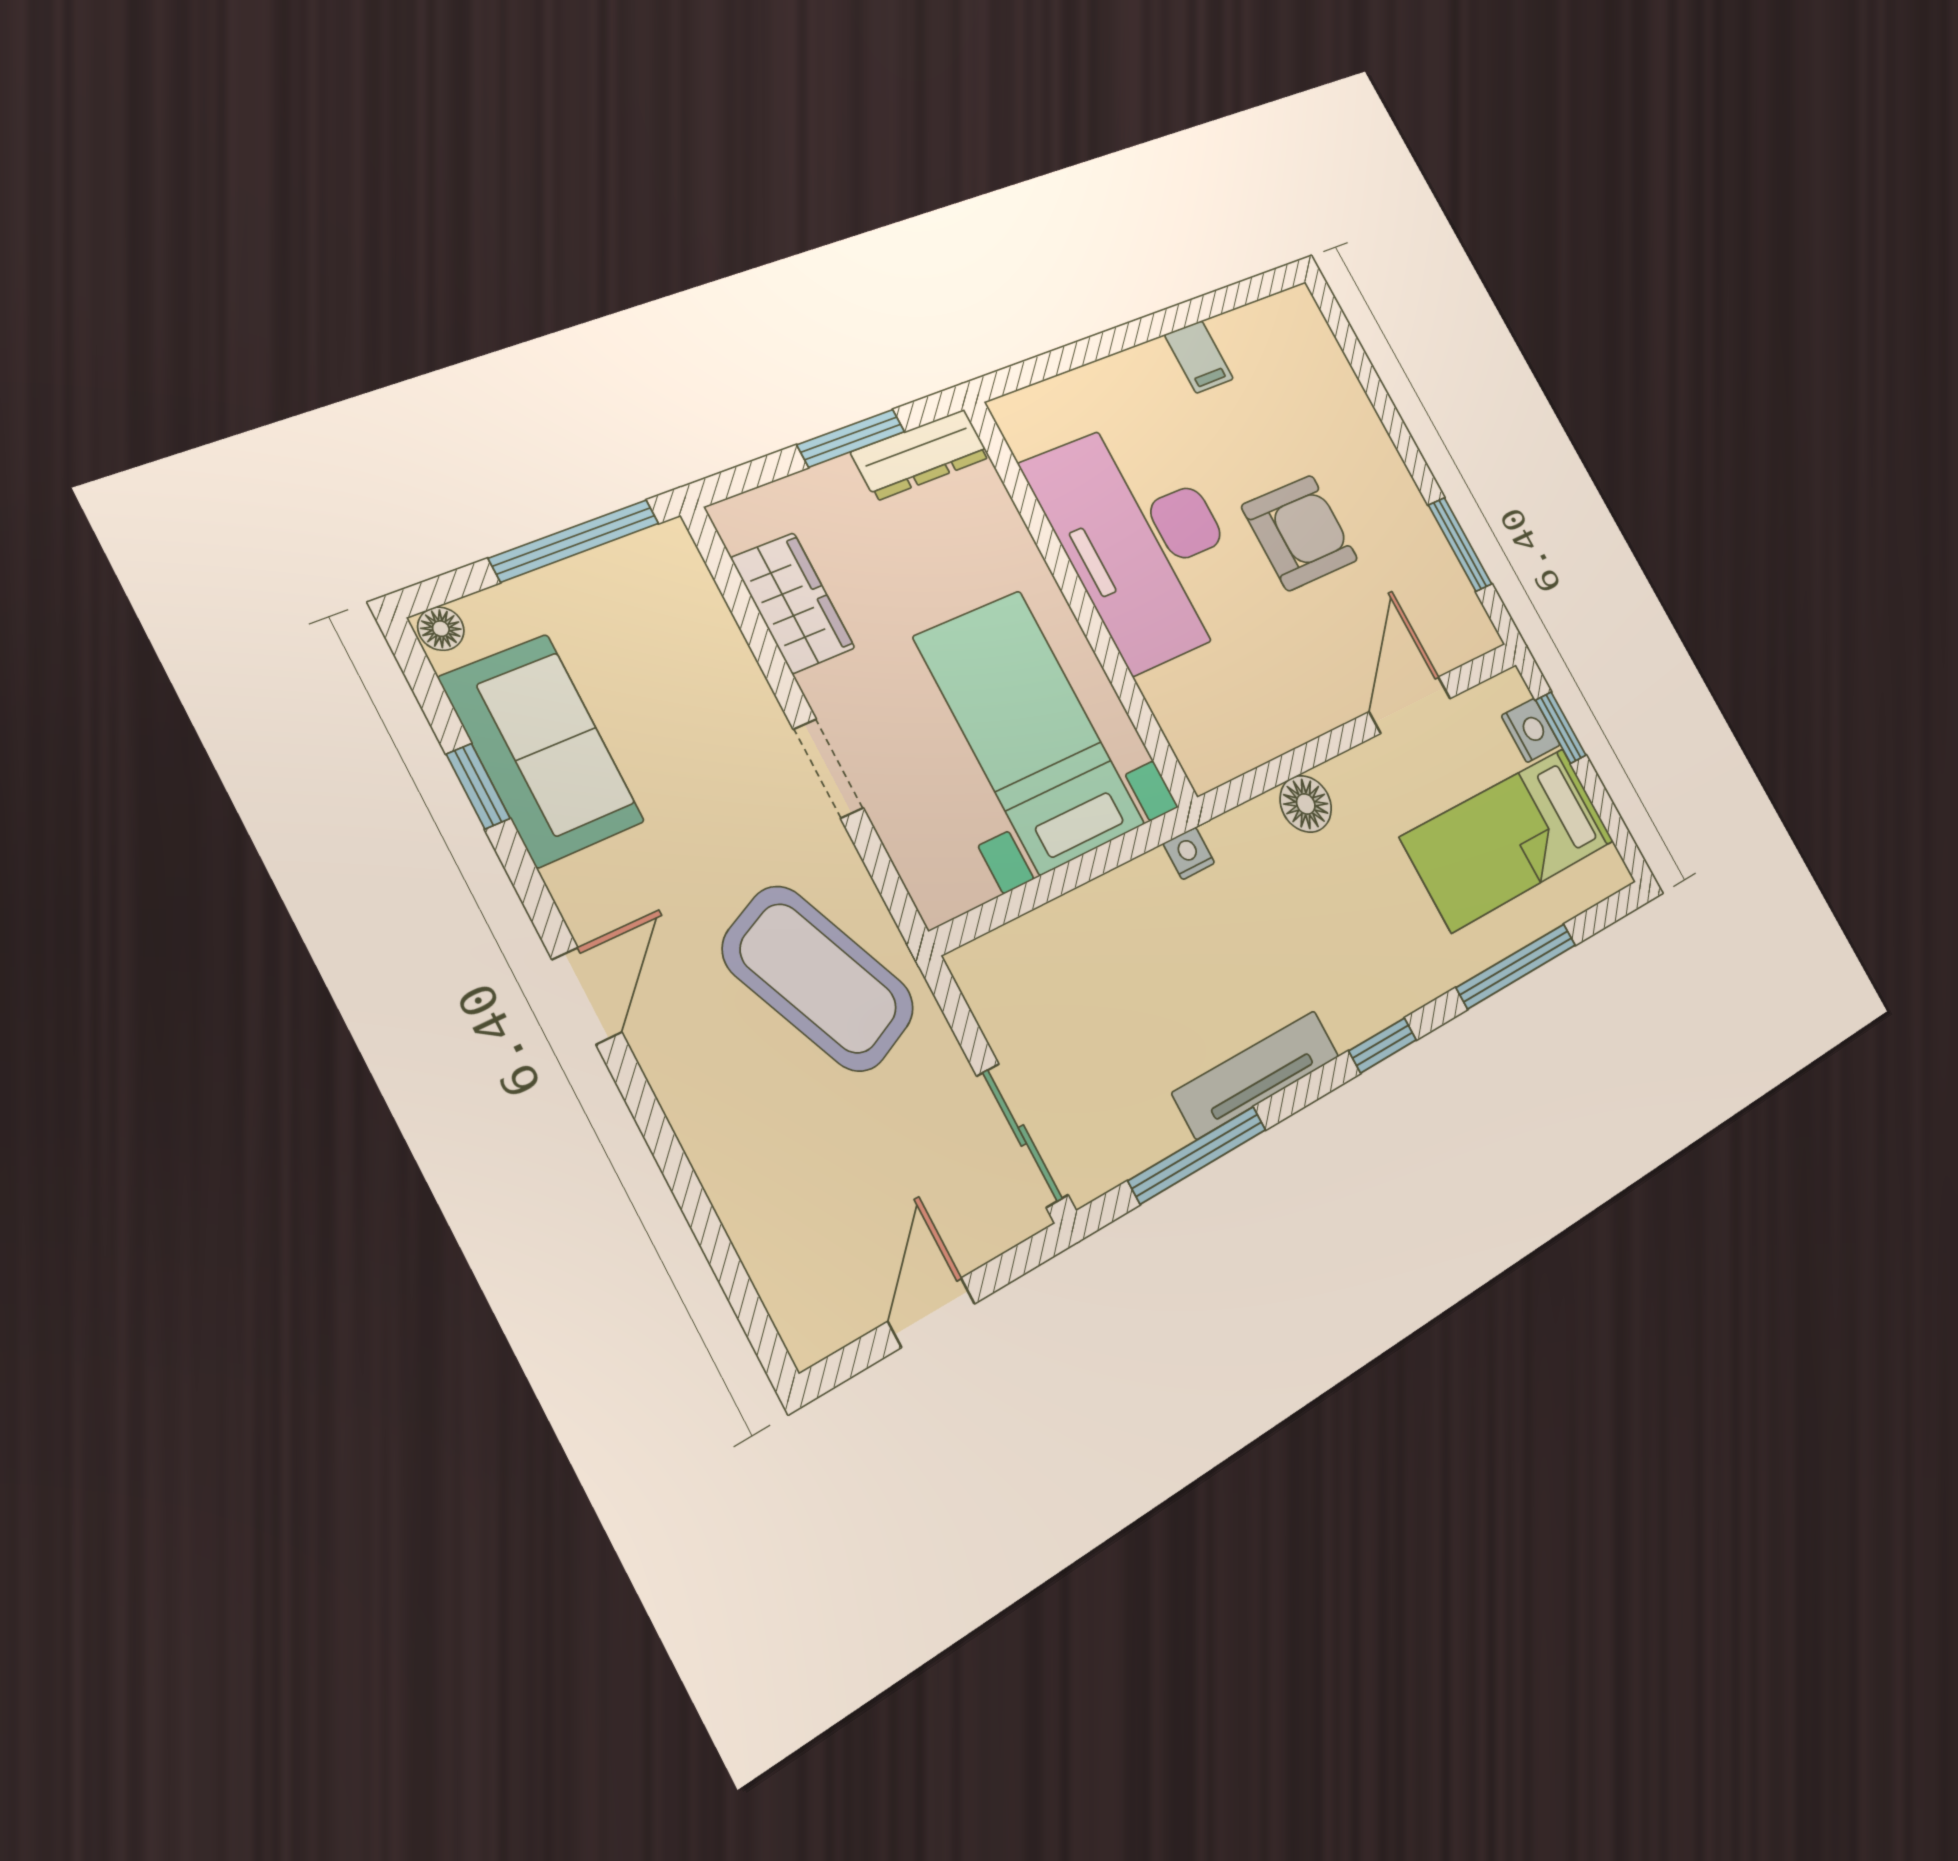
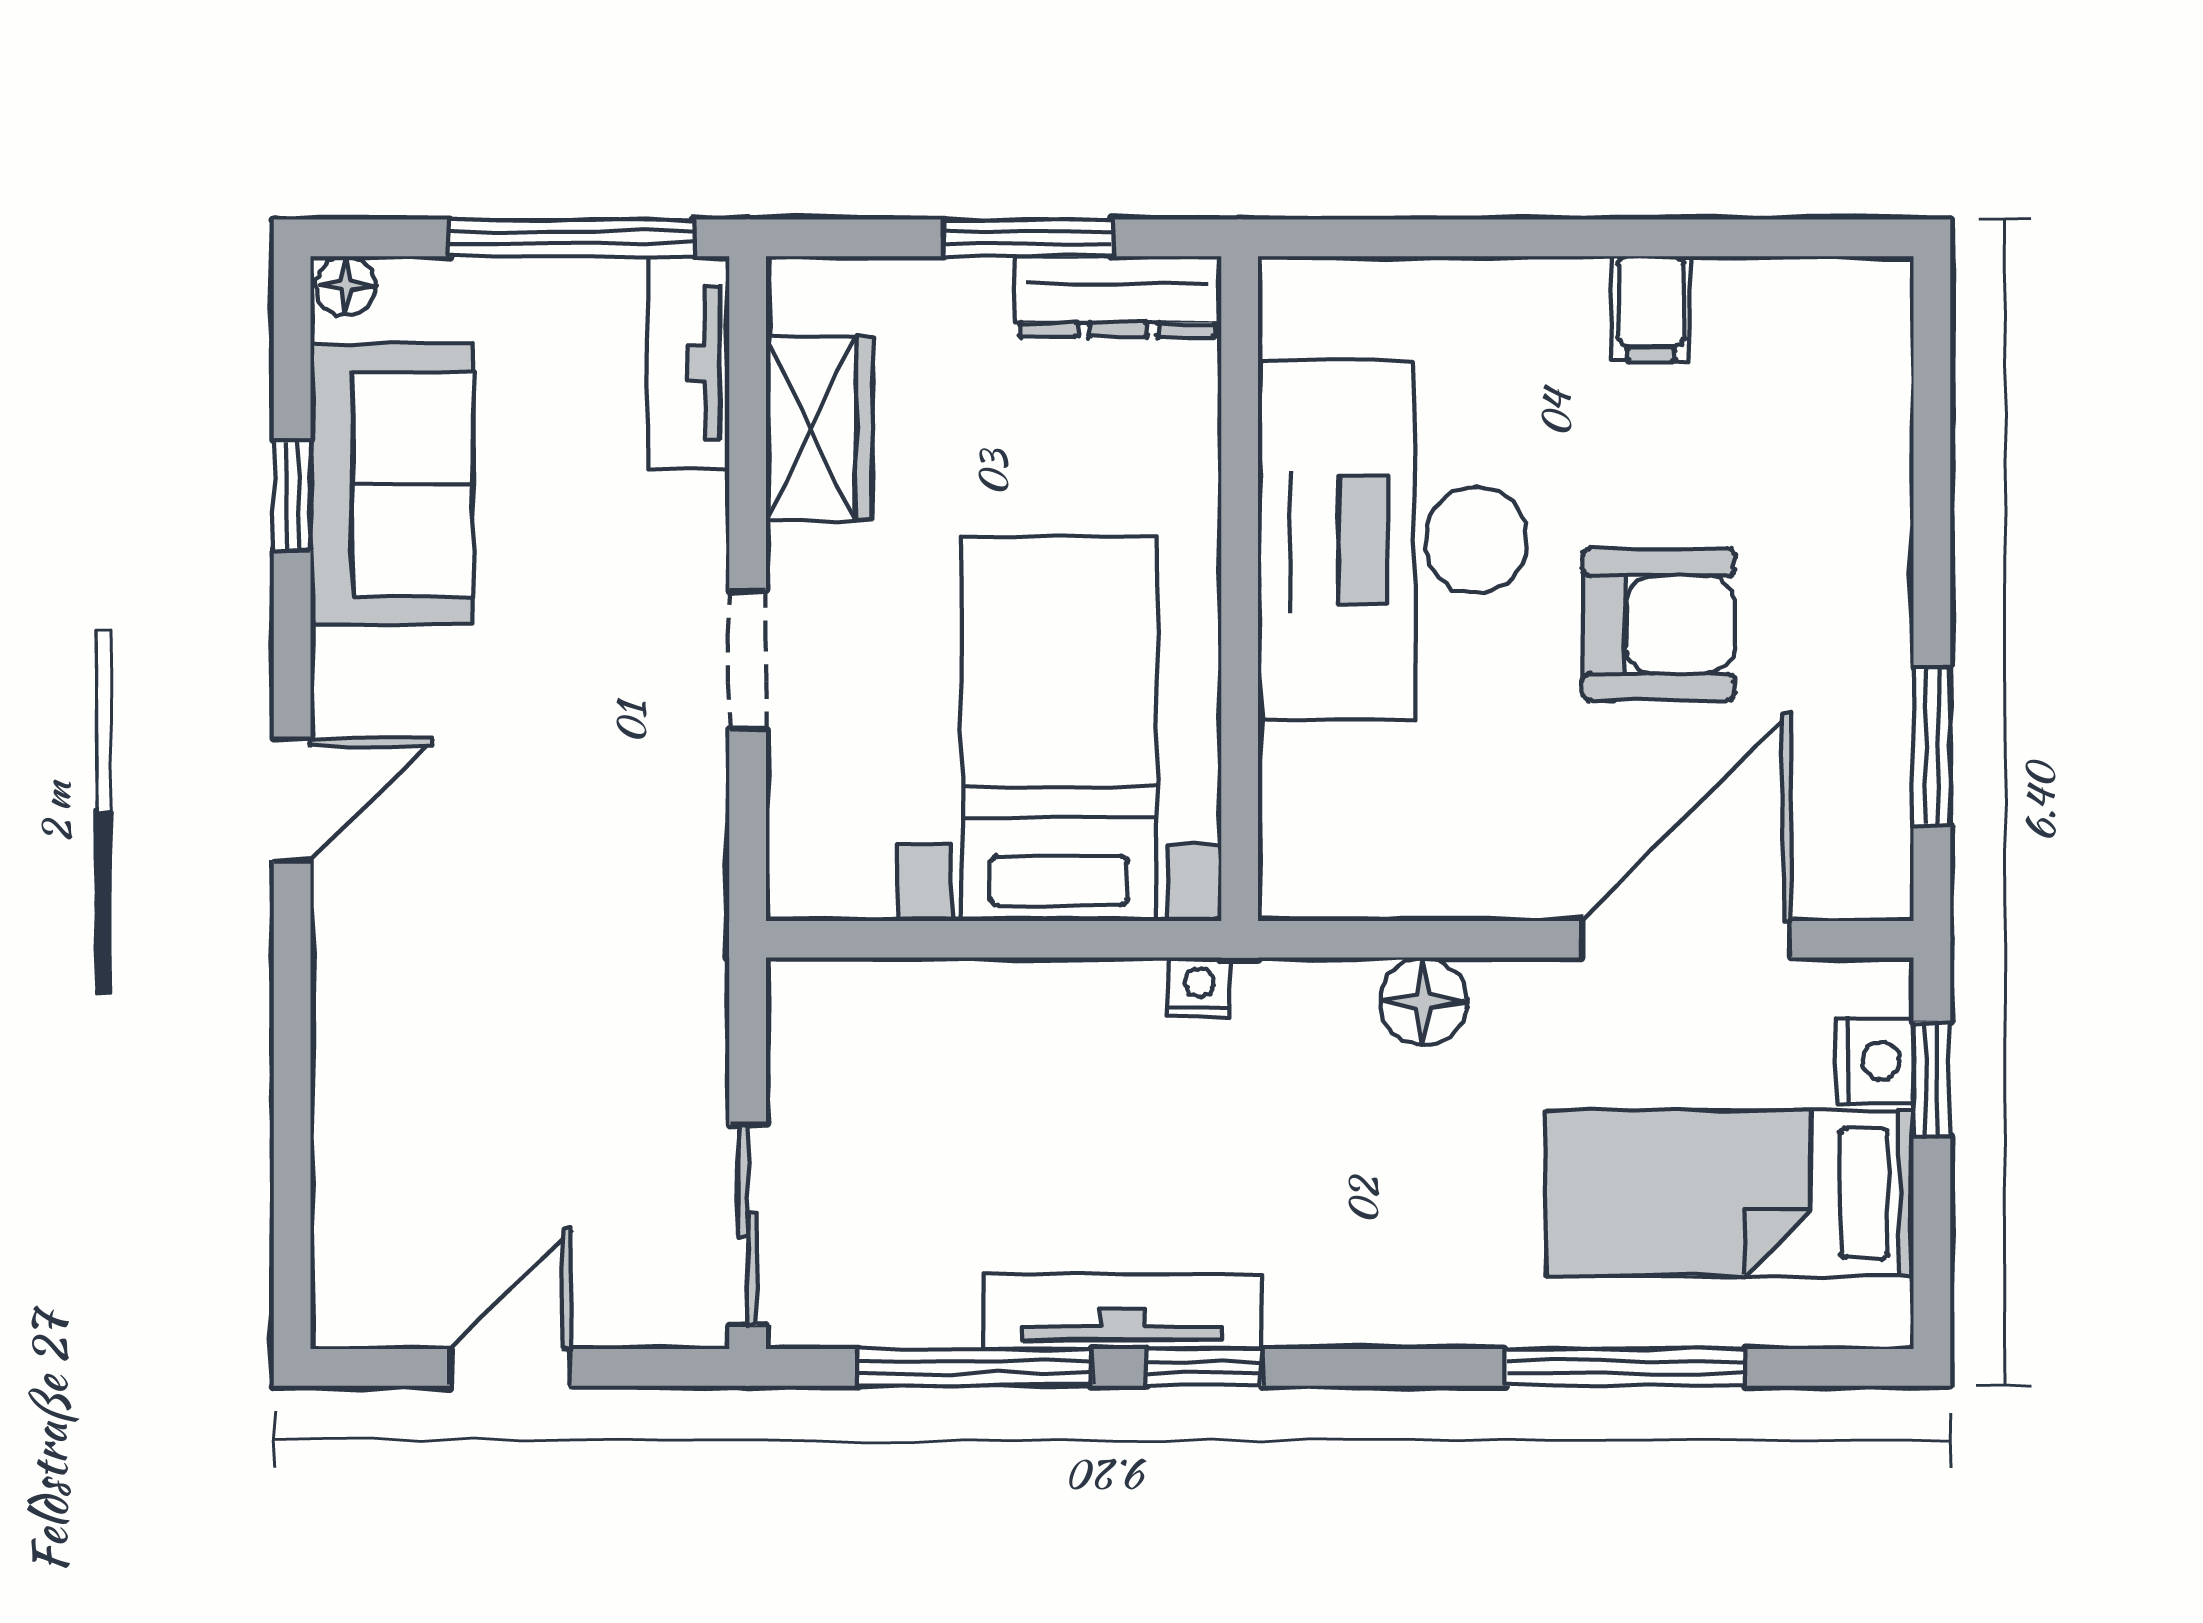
tv unit: (692, 593) -> (689, 363), added
door: (1410, 705) -> (1686, 939), width x1.36
coffee table: (819, 978) -> (589, 911), removed
window: (1383, 1045) -> (1204, 1367), moved

